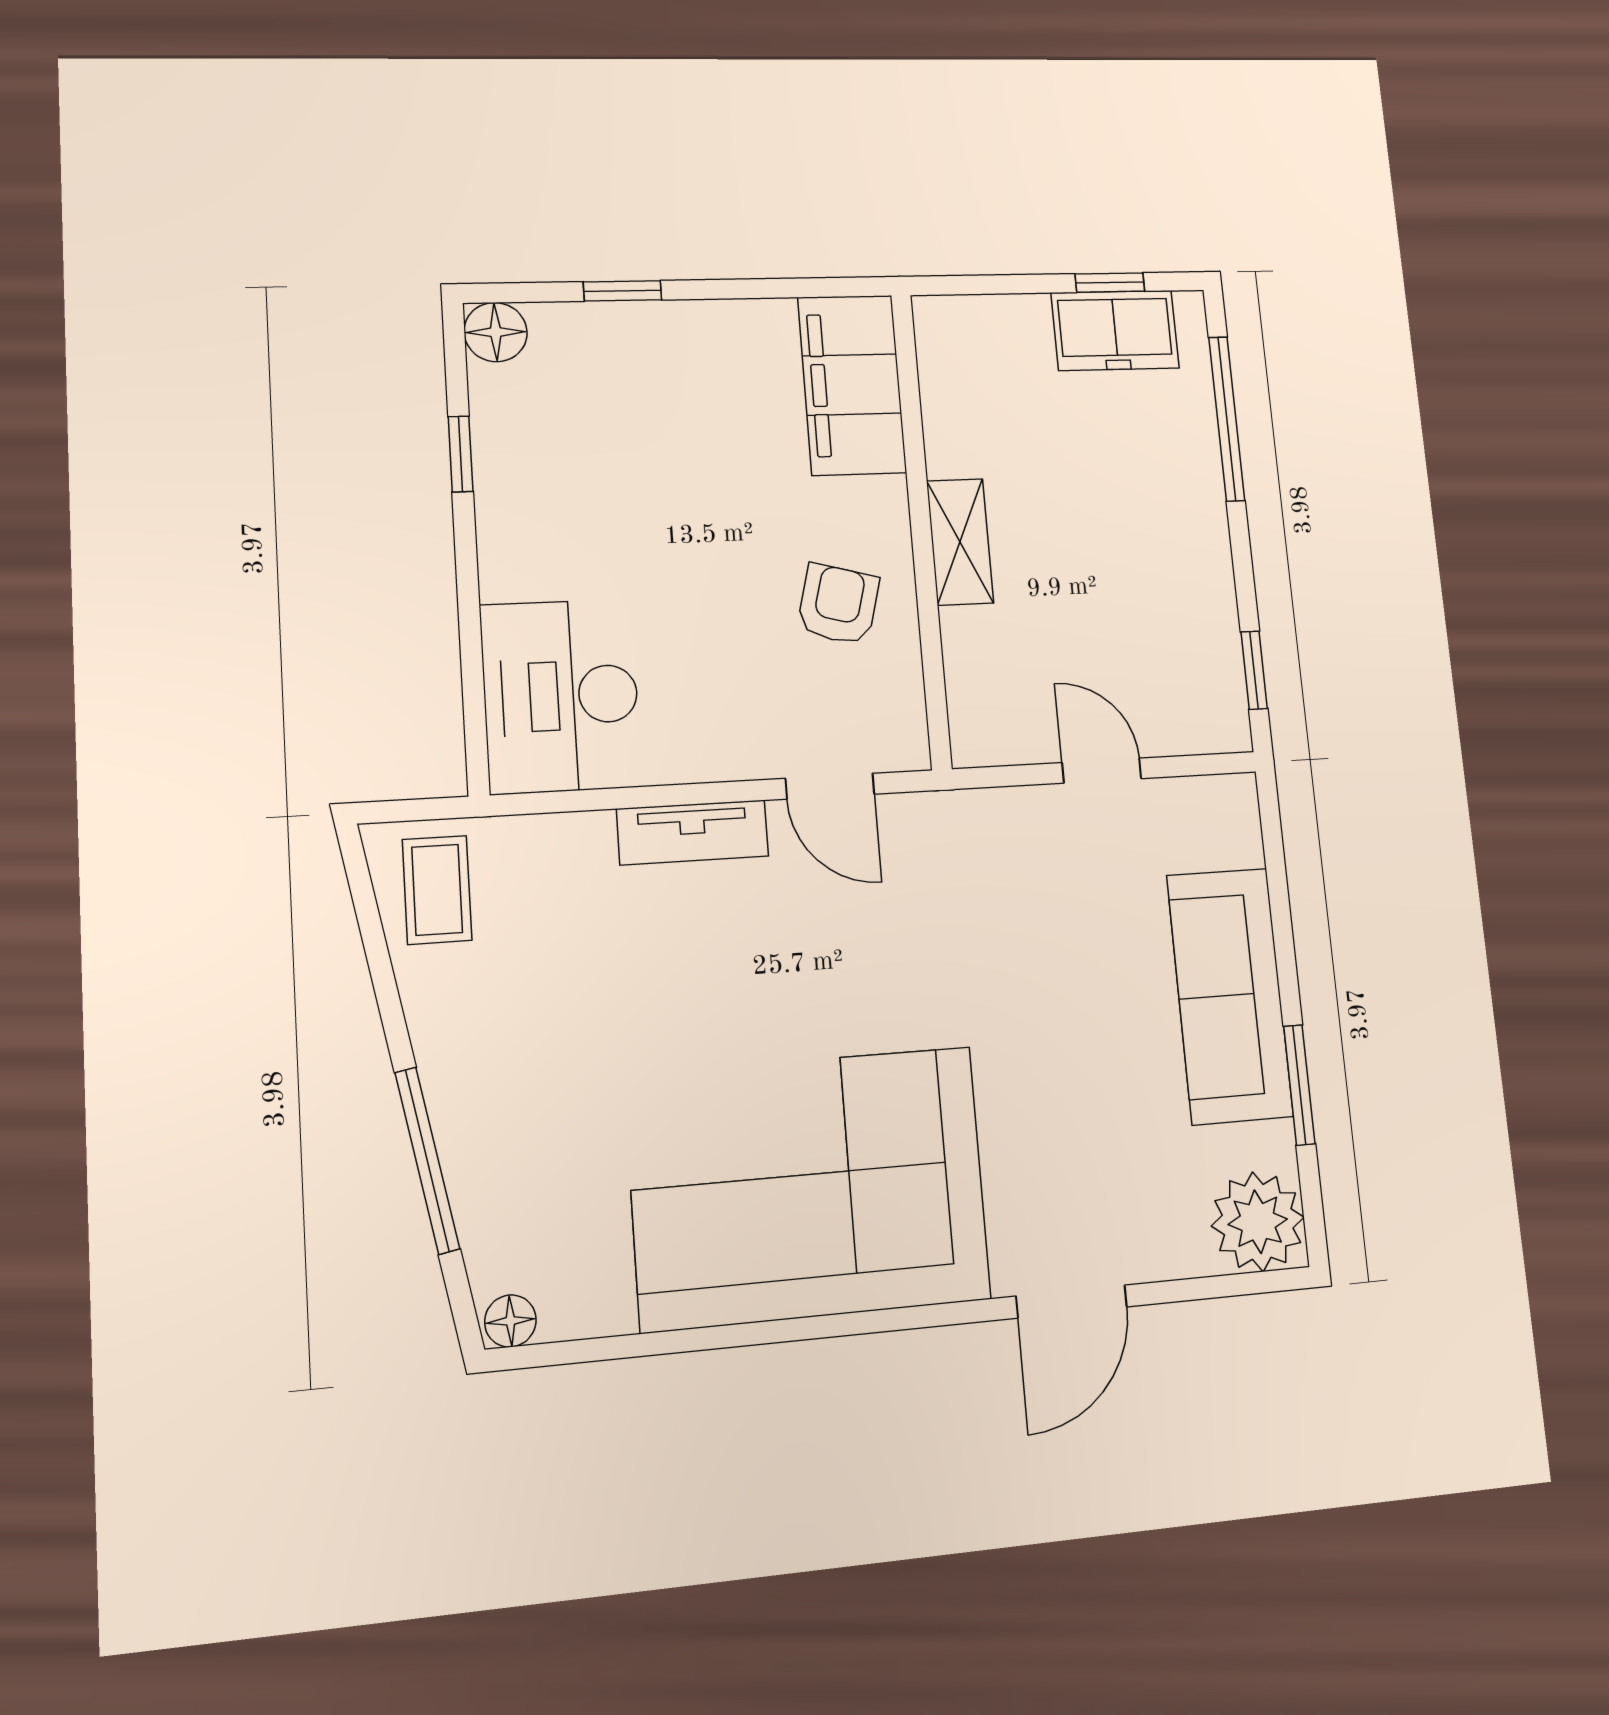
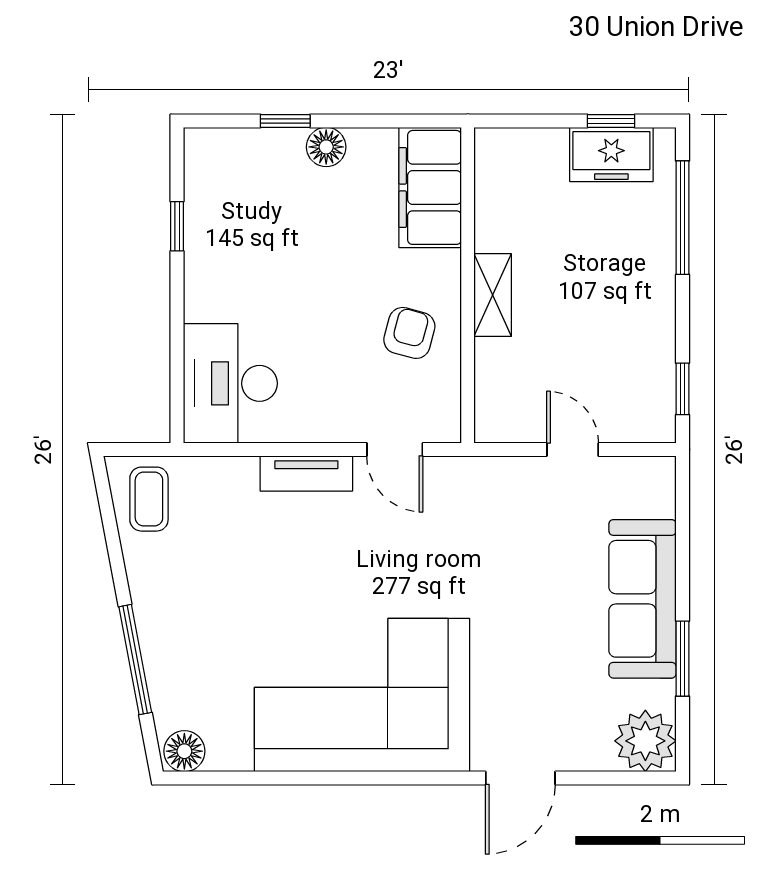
floor lamp: (496, 332) -> (326, 147), moved
floor lamp: (510, 1321) -> (184, 751), width x1.37, depth x1.37

